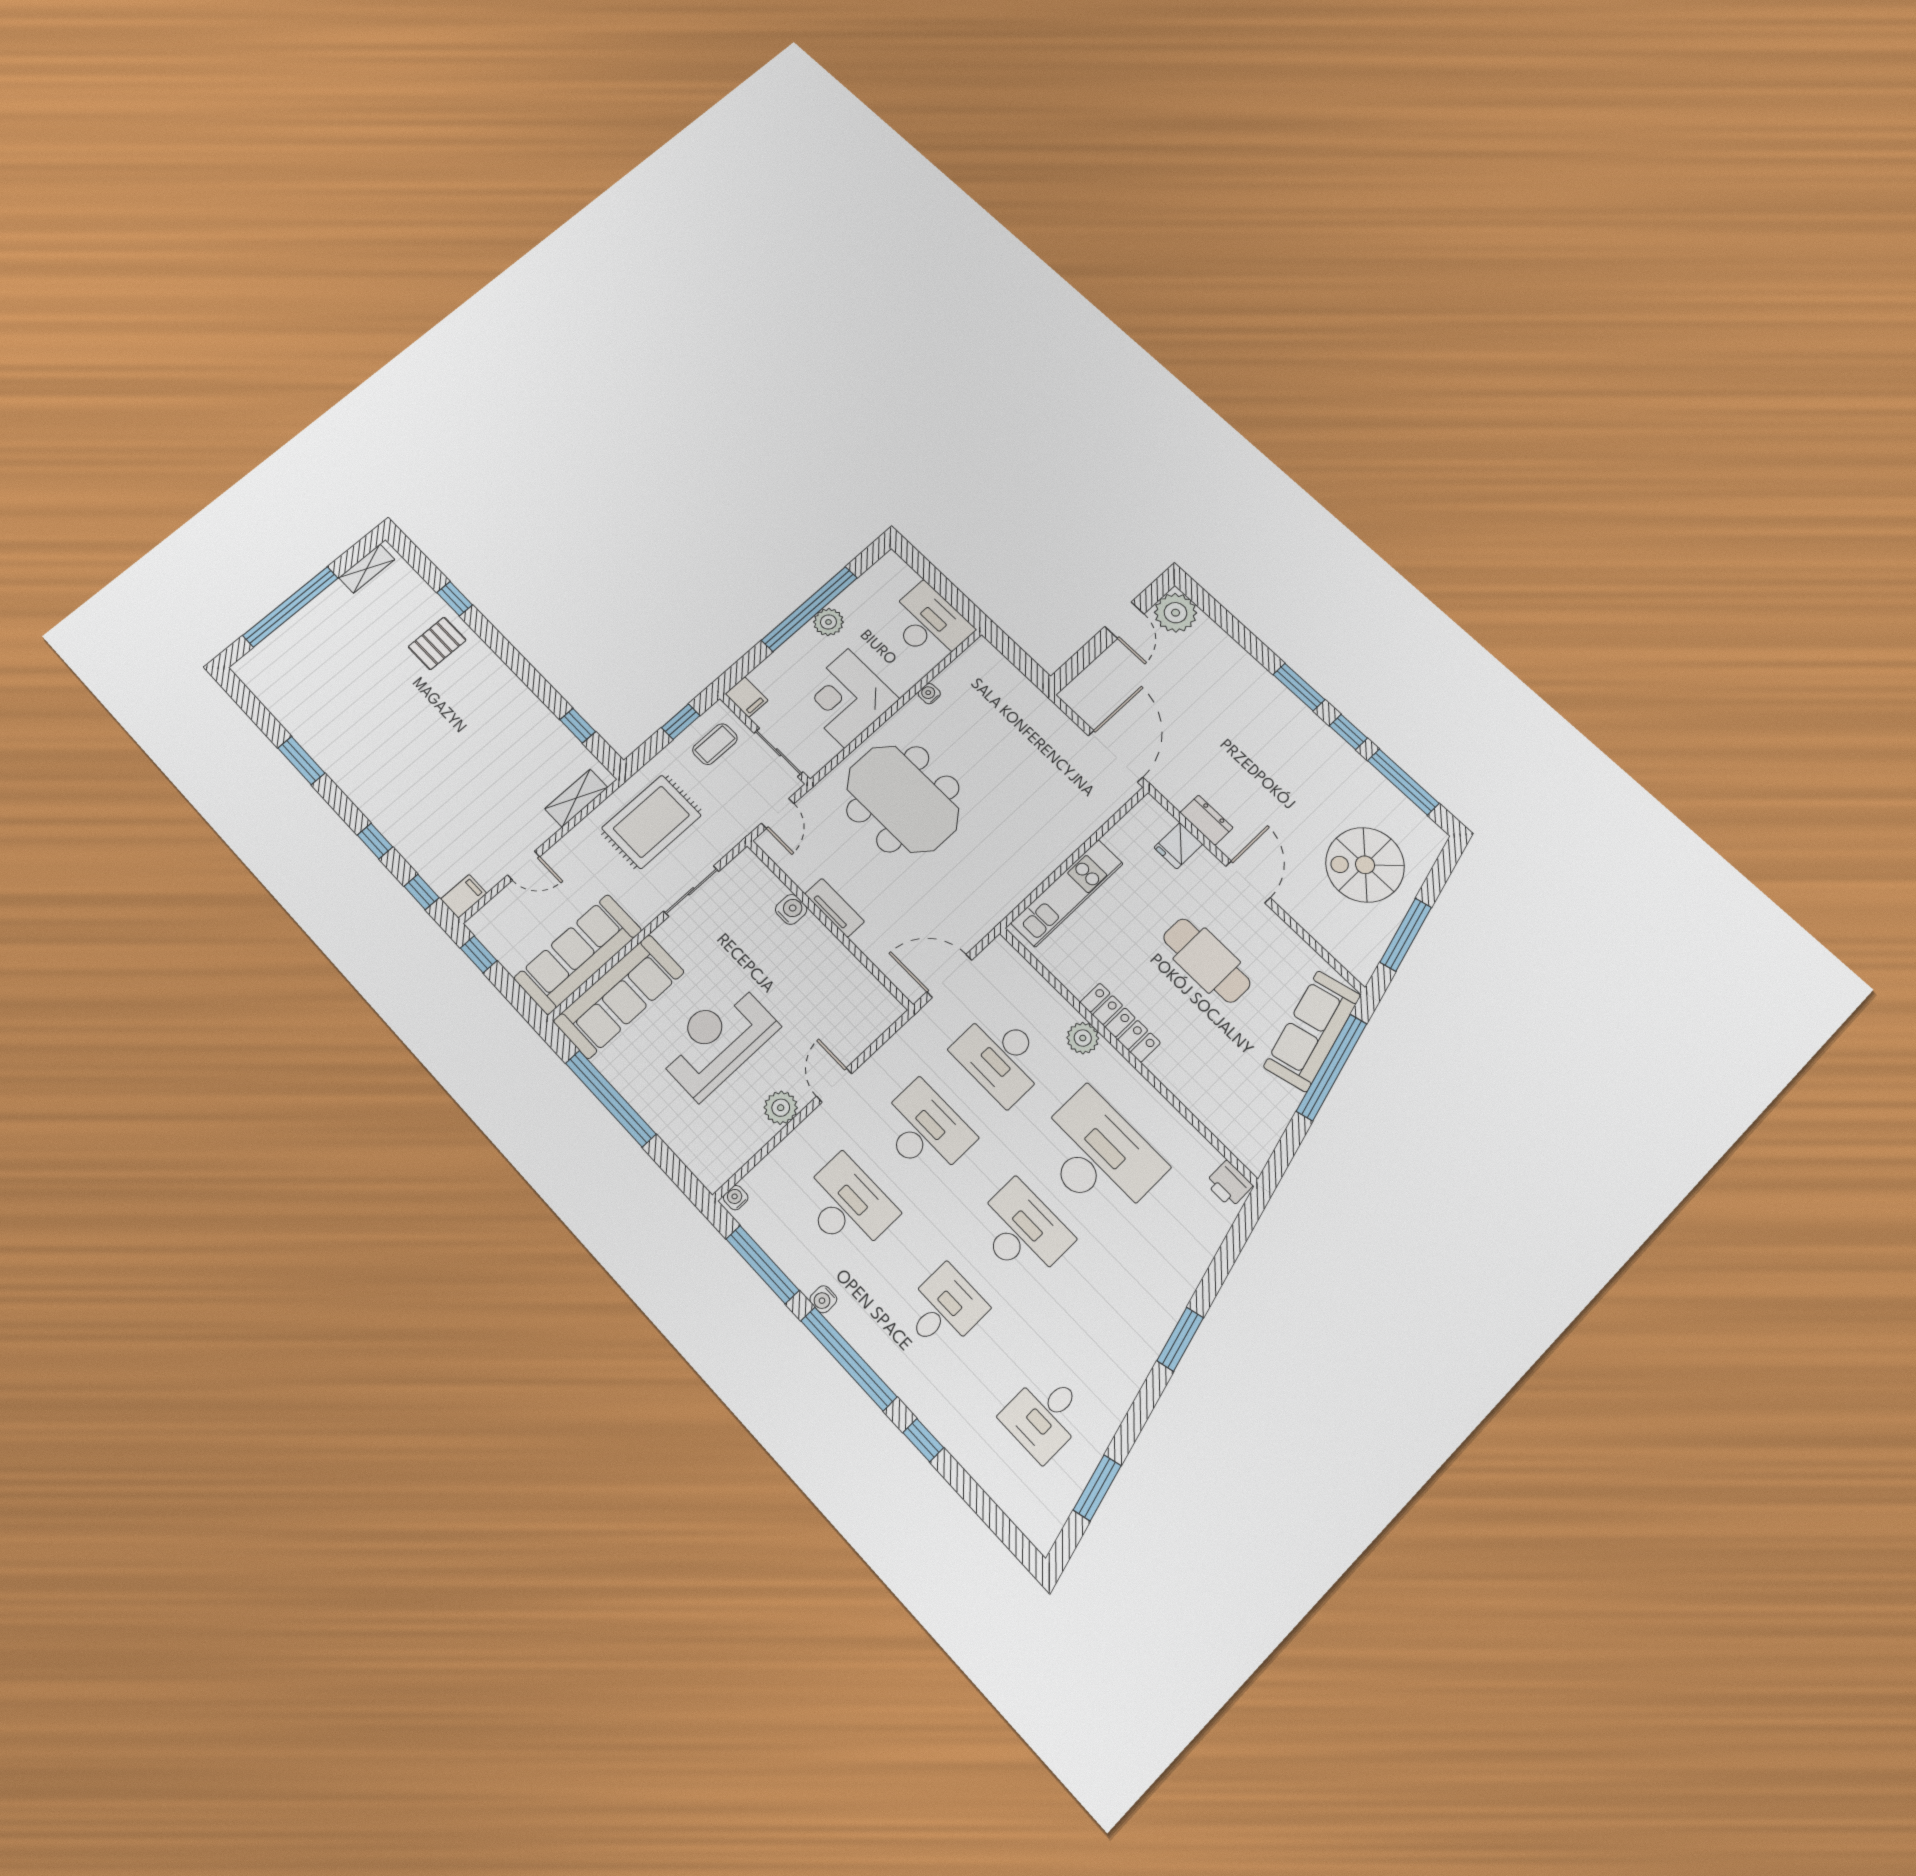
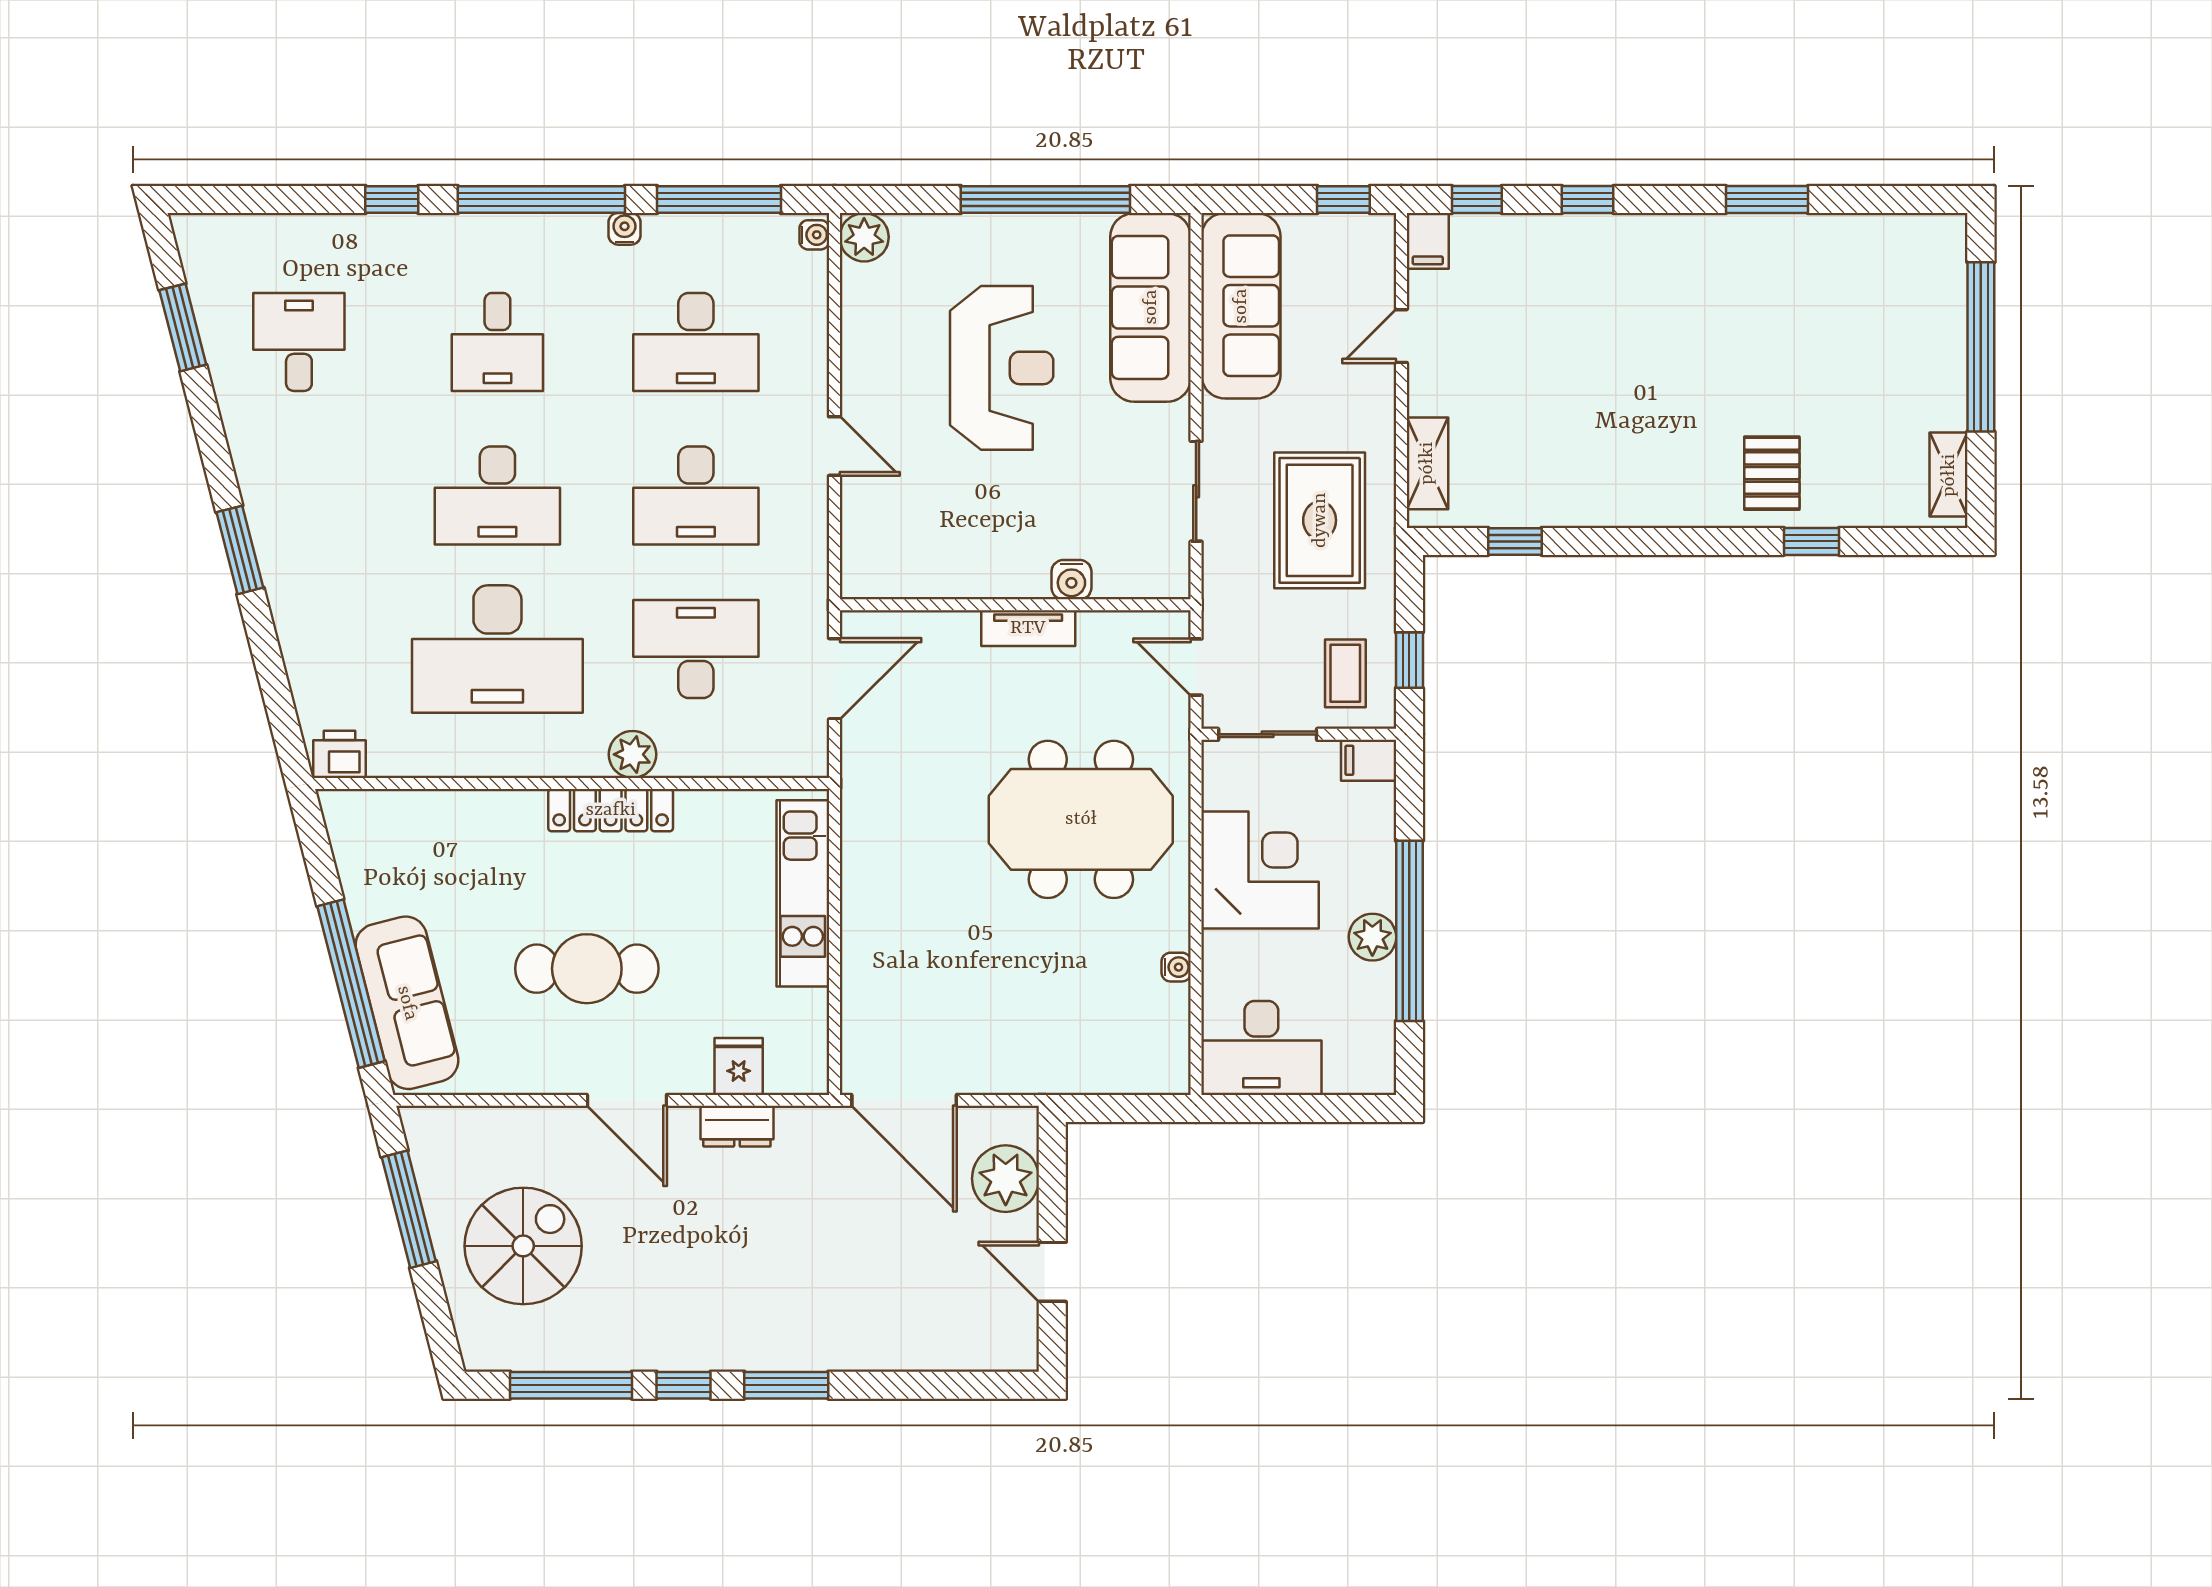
plant: (1176, 613) -> (1006, 1179), moved
plant: (781, 1108) -> (864, 237), moved

